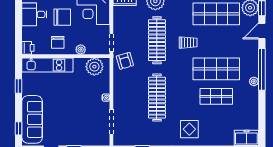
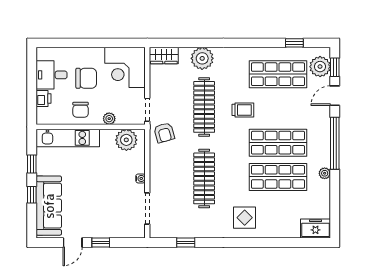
printer: (28, 48) -> (44, 99), moved
plant: (254, 81) -> (325, 173), moved
shop shelf: (216, 96) -> (278, 177), width x1.43, depth x1.36
window: (18, 128) -> (32, 195), moved

